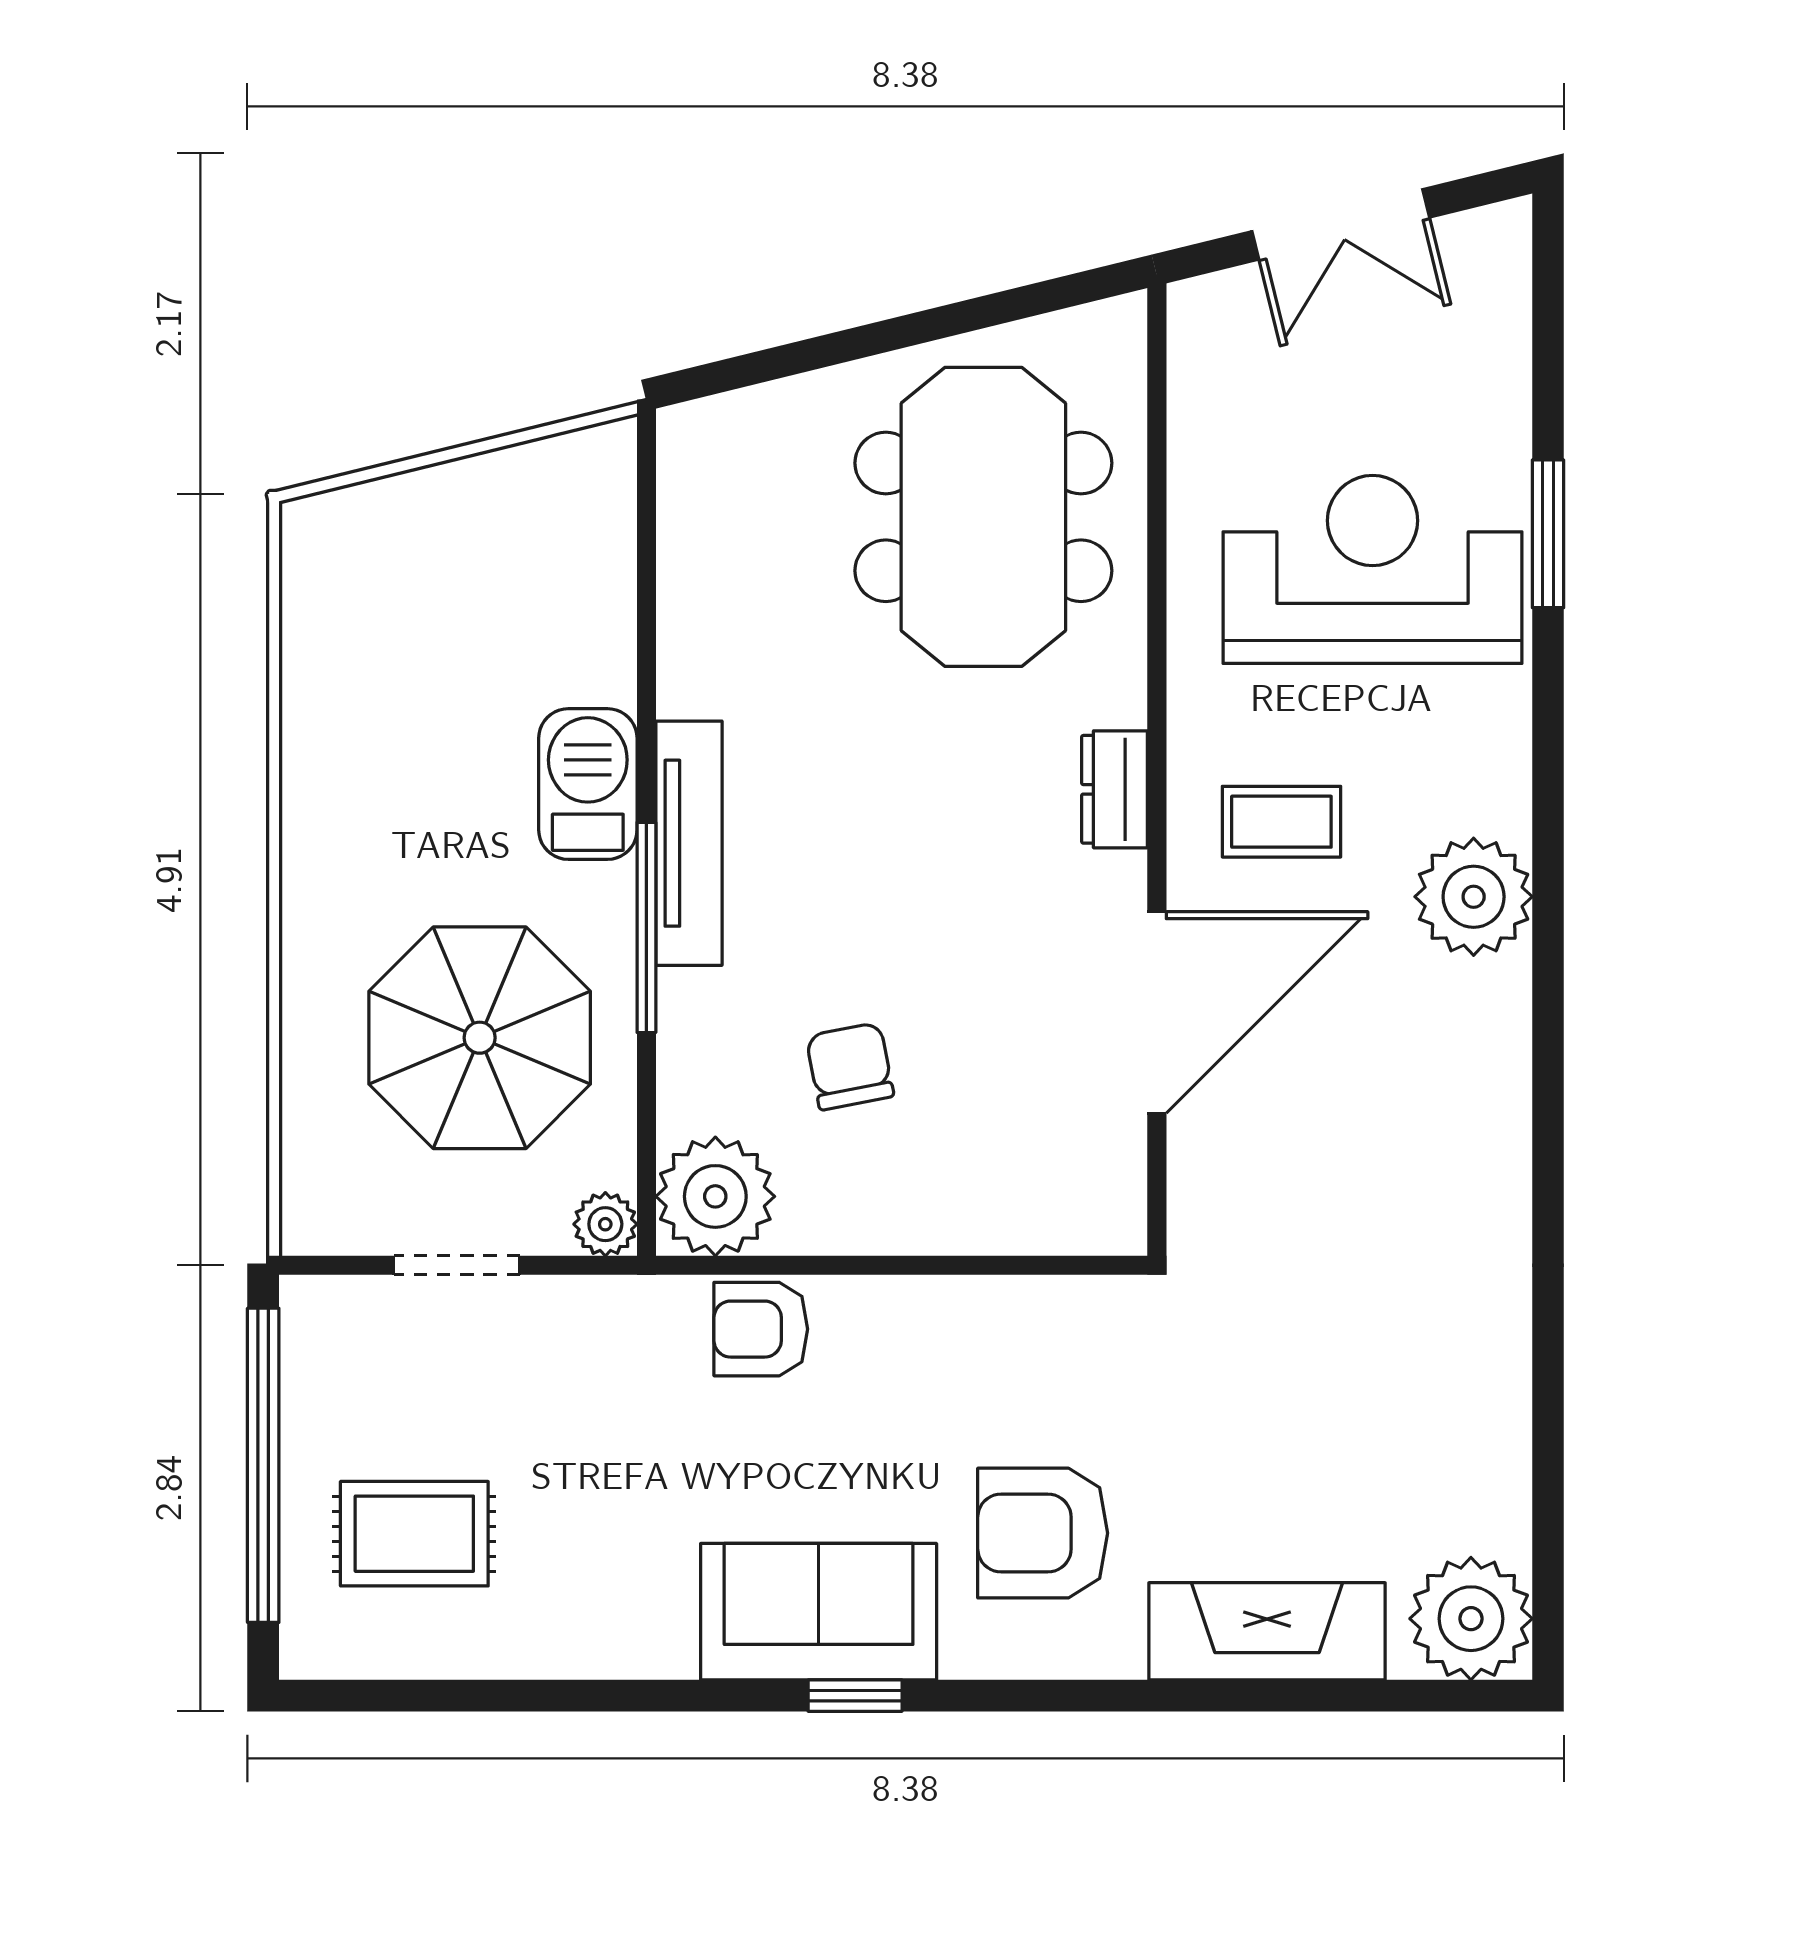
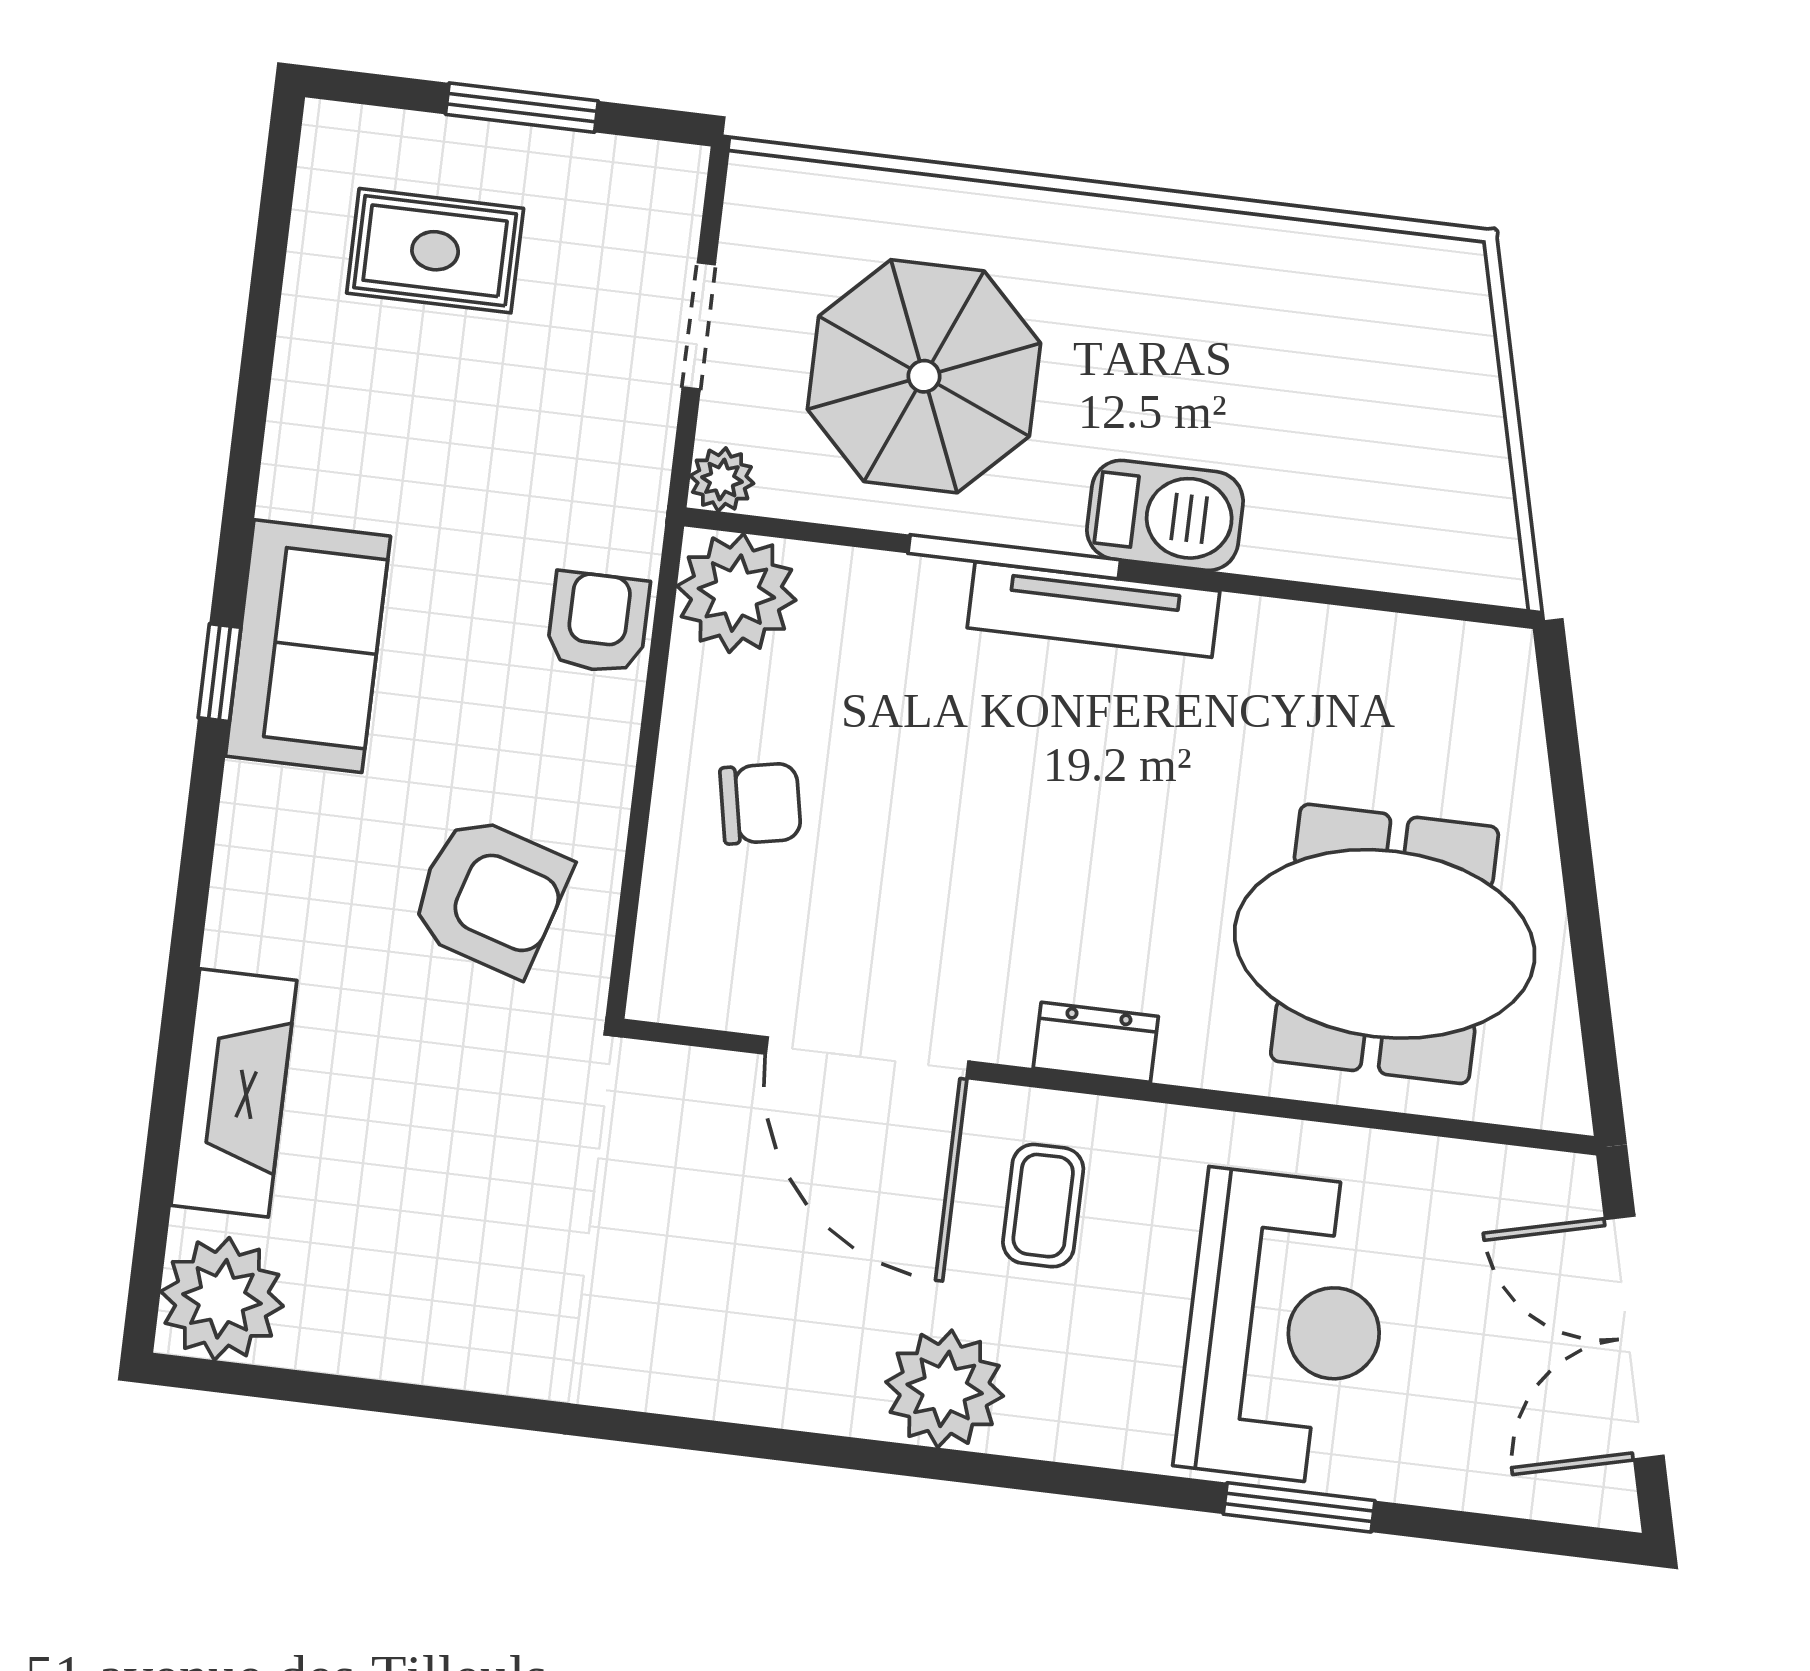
double door: (1341, 224) -> (1634, 1337), width x1.37
chair: (850, 1066) -> (760, 803), moved
window: (263, 1465) -> (522, 108), width x0.47
armchair: (1043, 1533) -> (490, 895), moved, turned 107
rug: (414, 1534) -> (435, 251), turned 90

